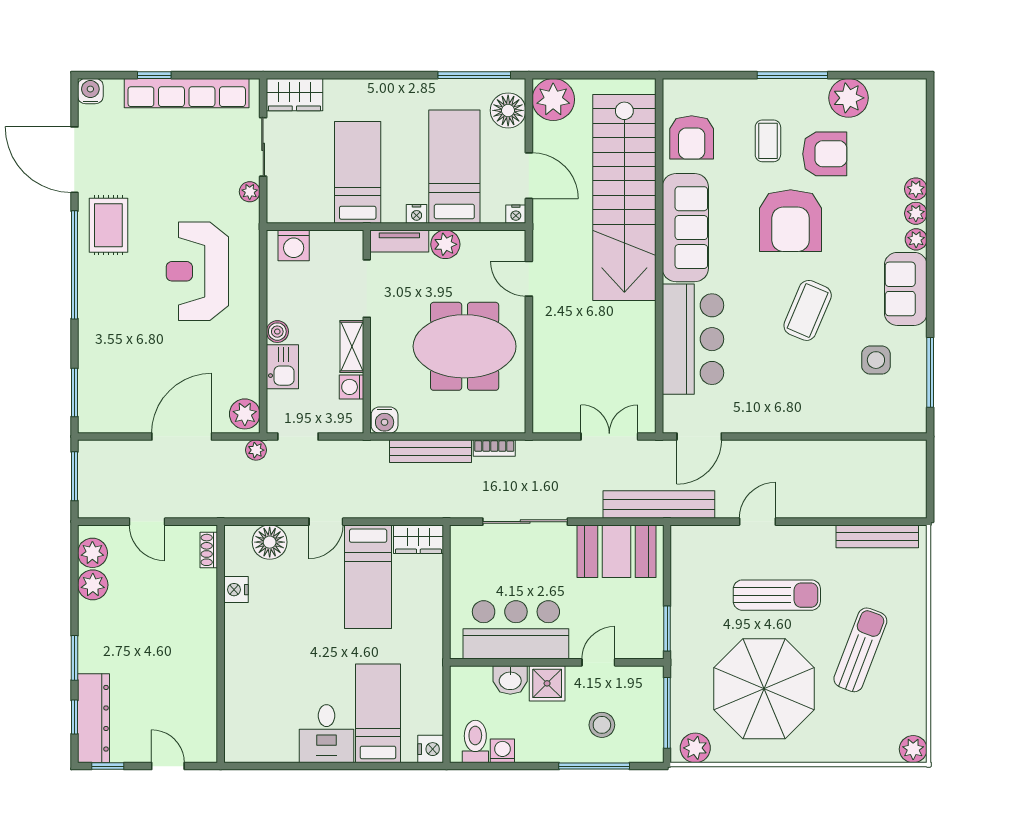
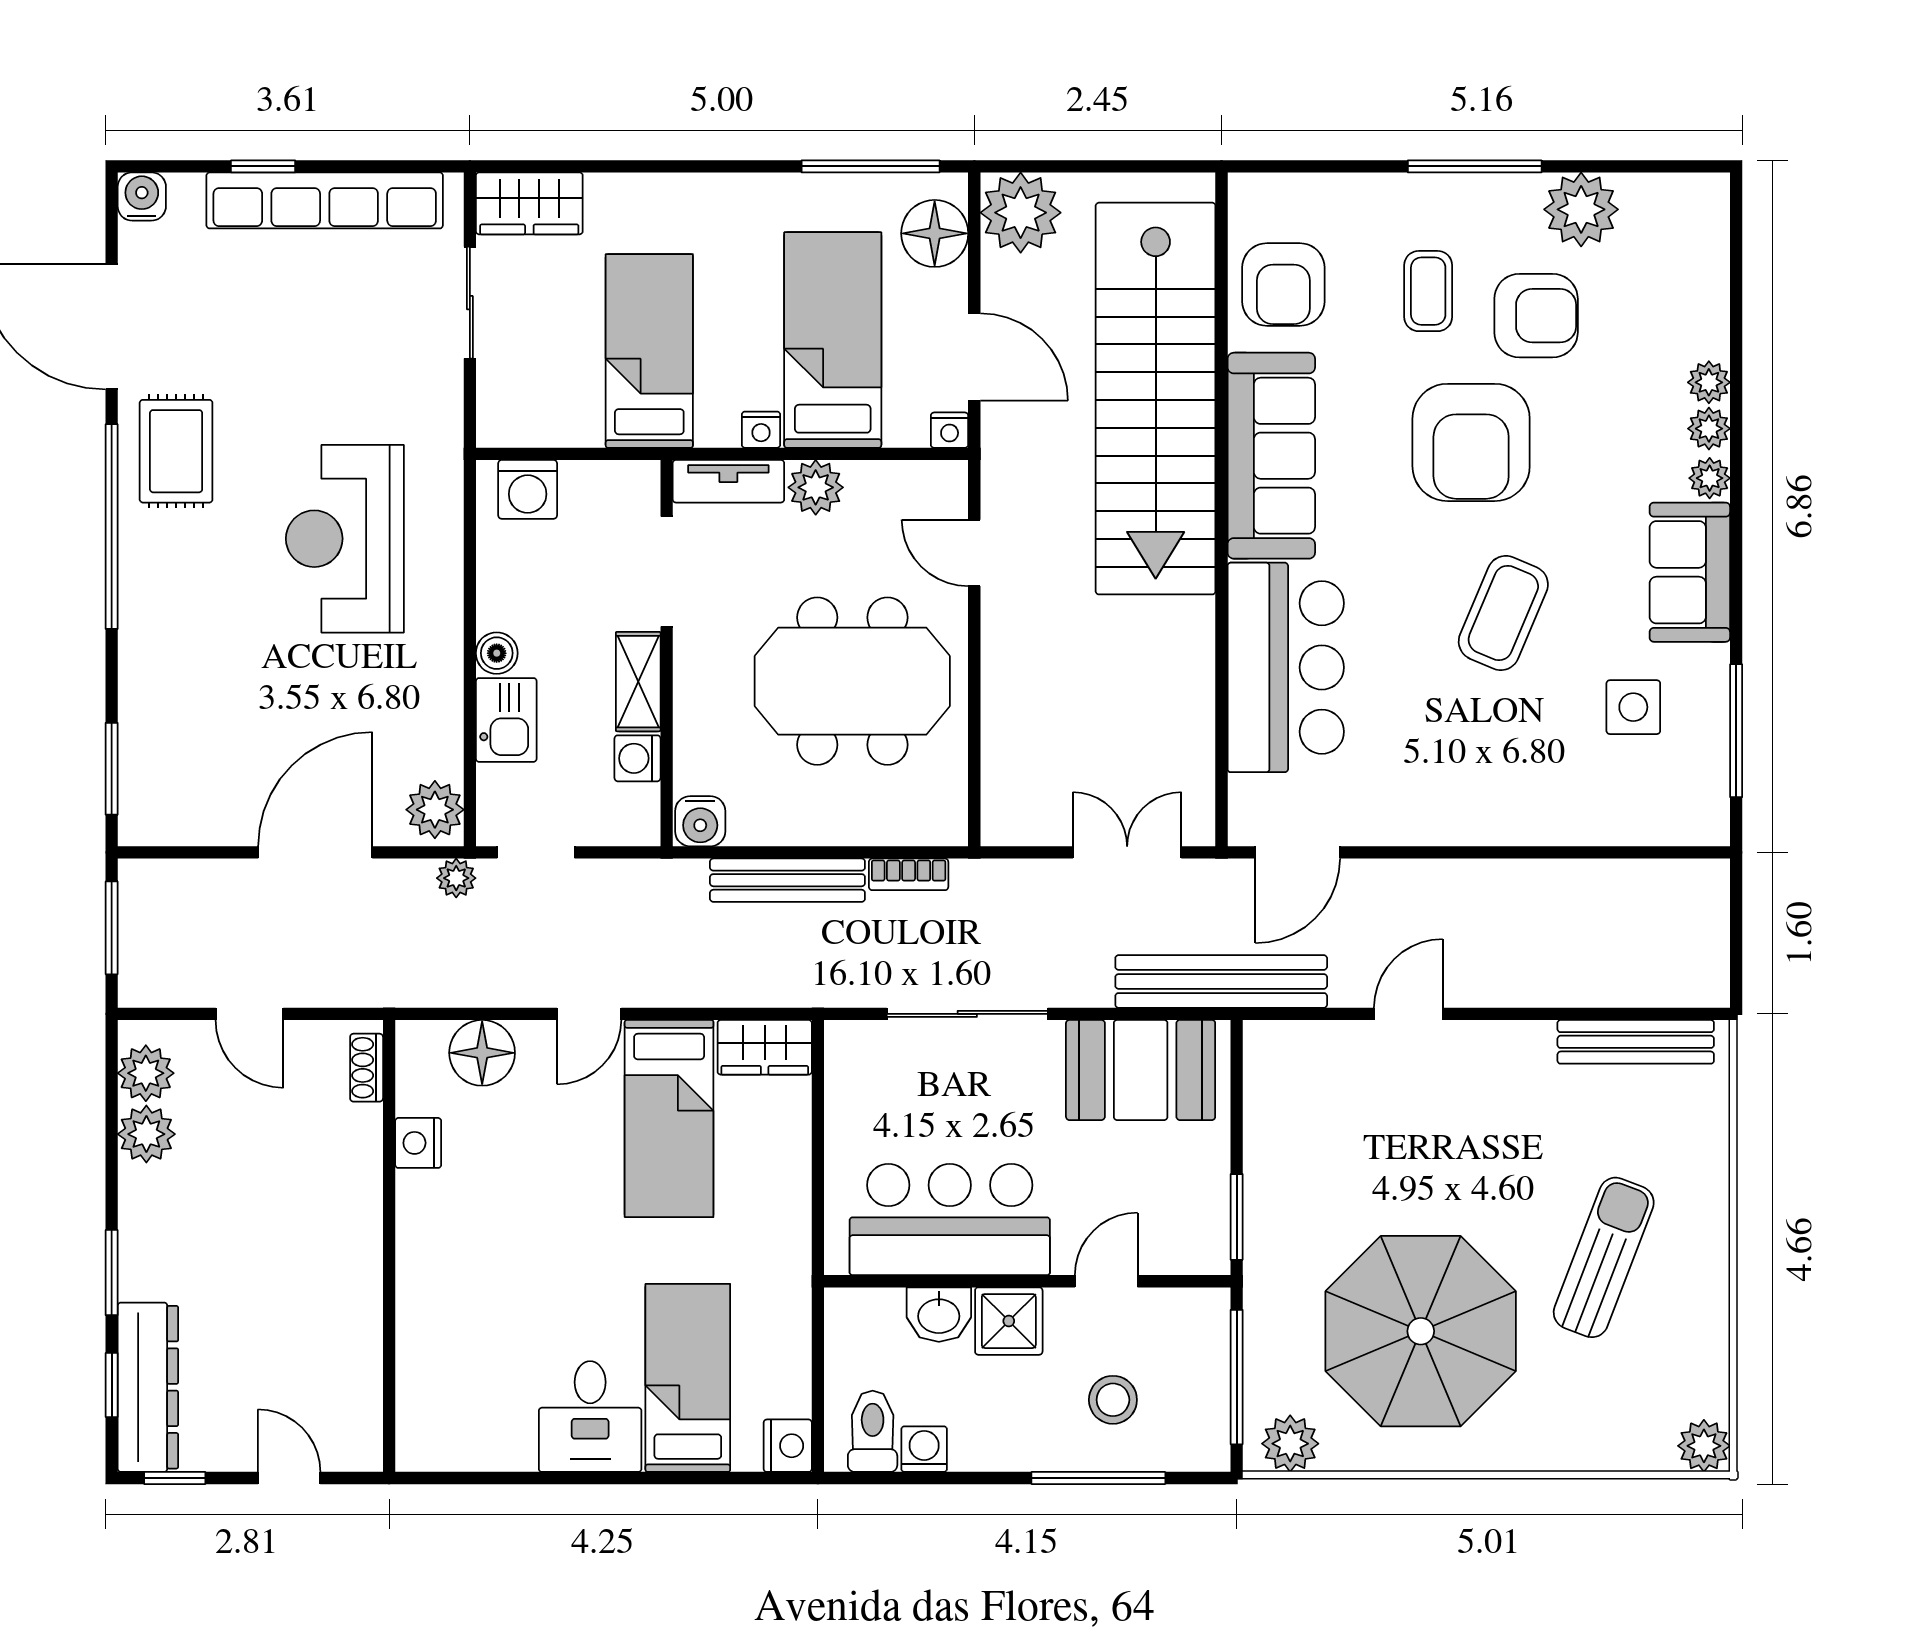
plant: (250, 192) -> (444, 388), removed
sun lounger: (777, 595) -> (1445, 1153), removed

